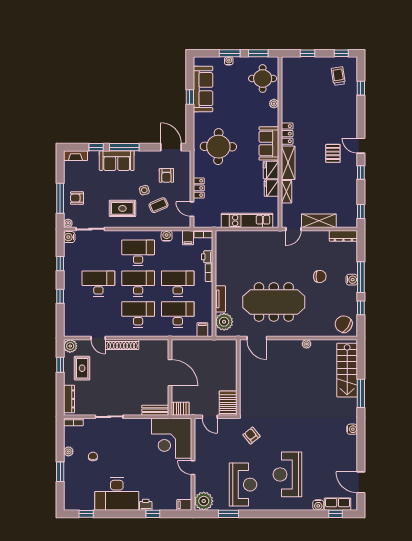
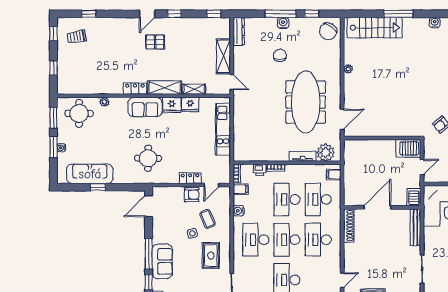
round table: (218, 147) -> (148, 158), width x0.73, depth x0.73
armchair: (166, 175) -> (192, 195), moved
shoe rack: (122, 344) -> (349, 226), moved
bench: (155, 410) -> (415, 227), width x1.36

